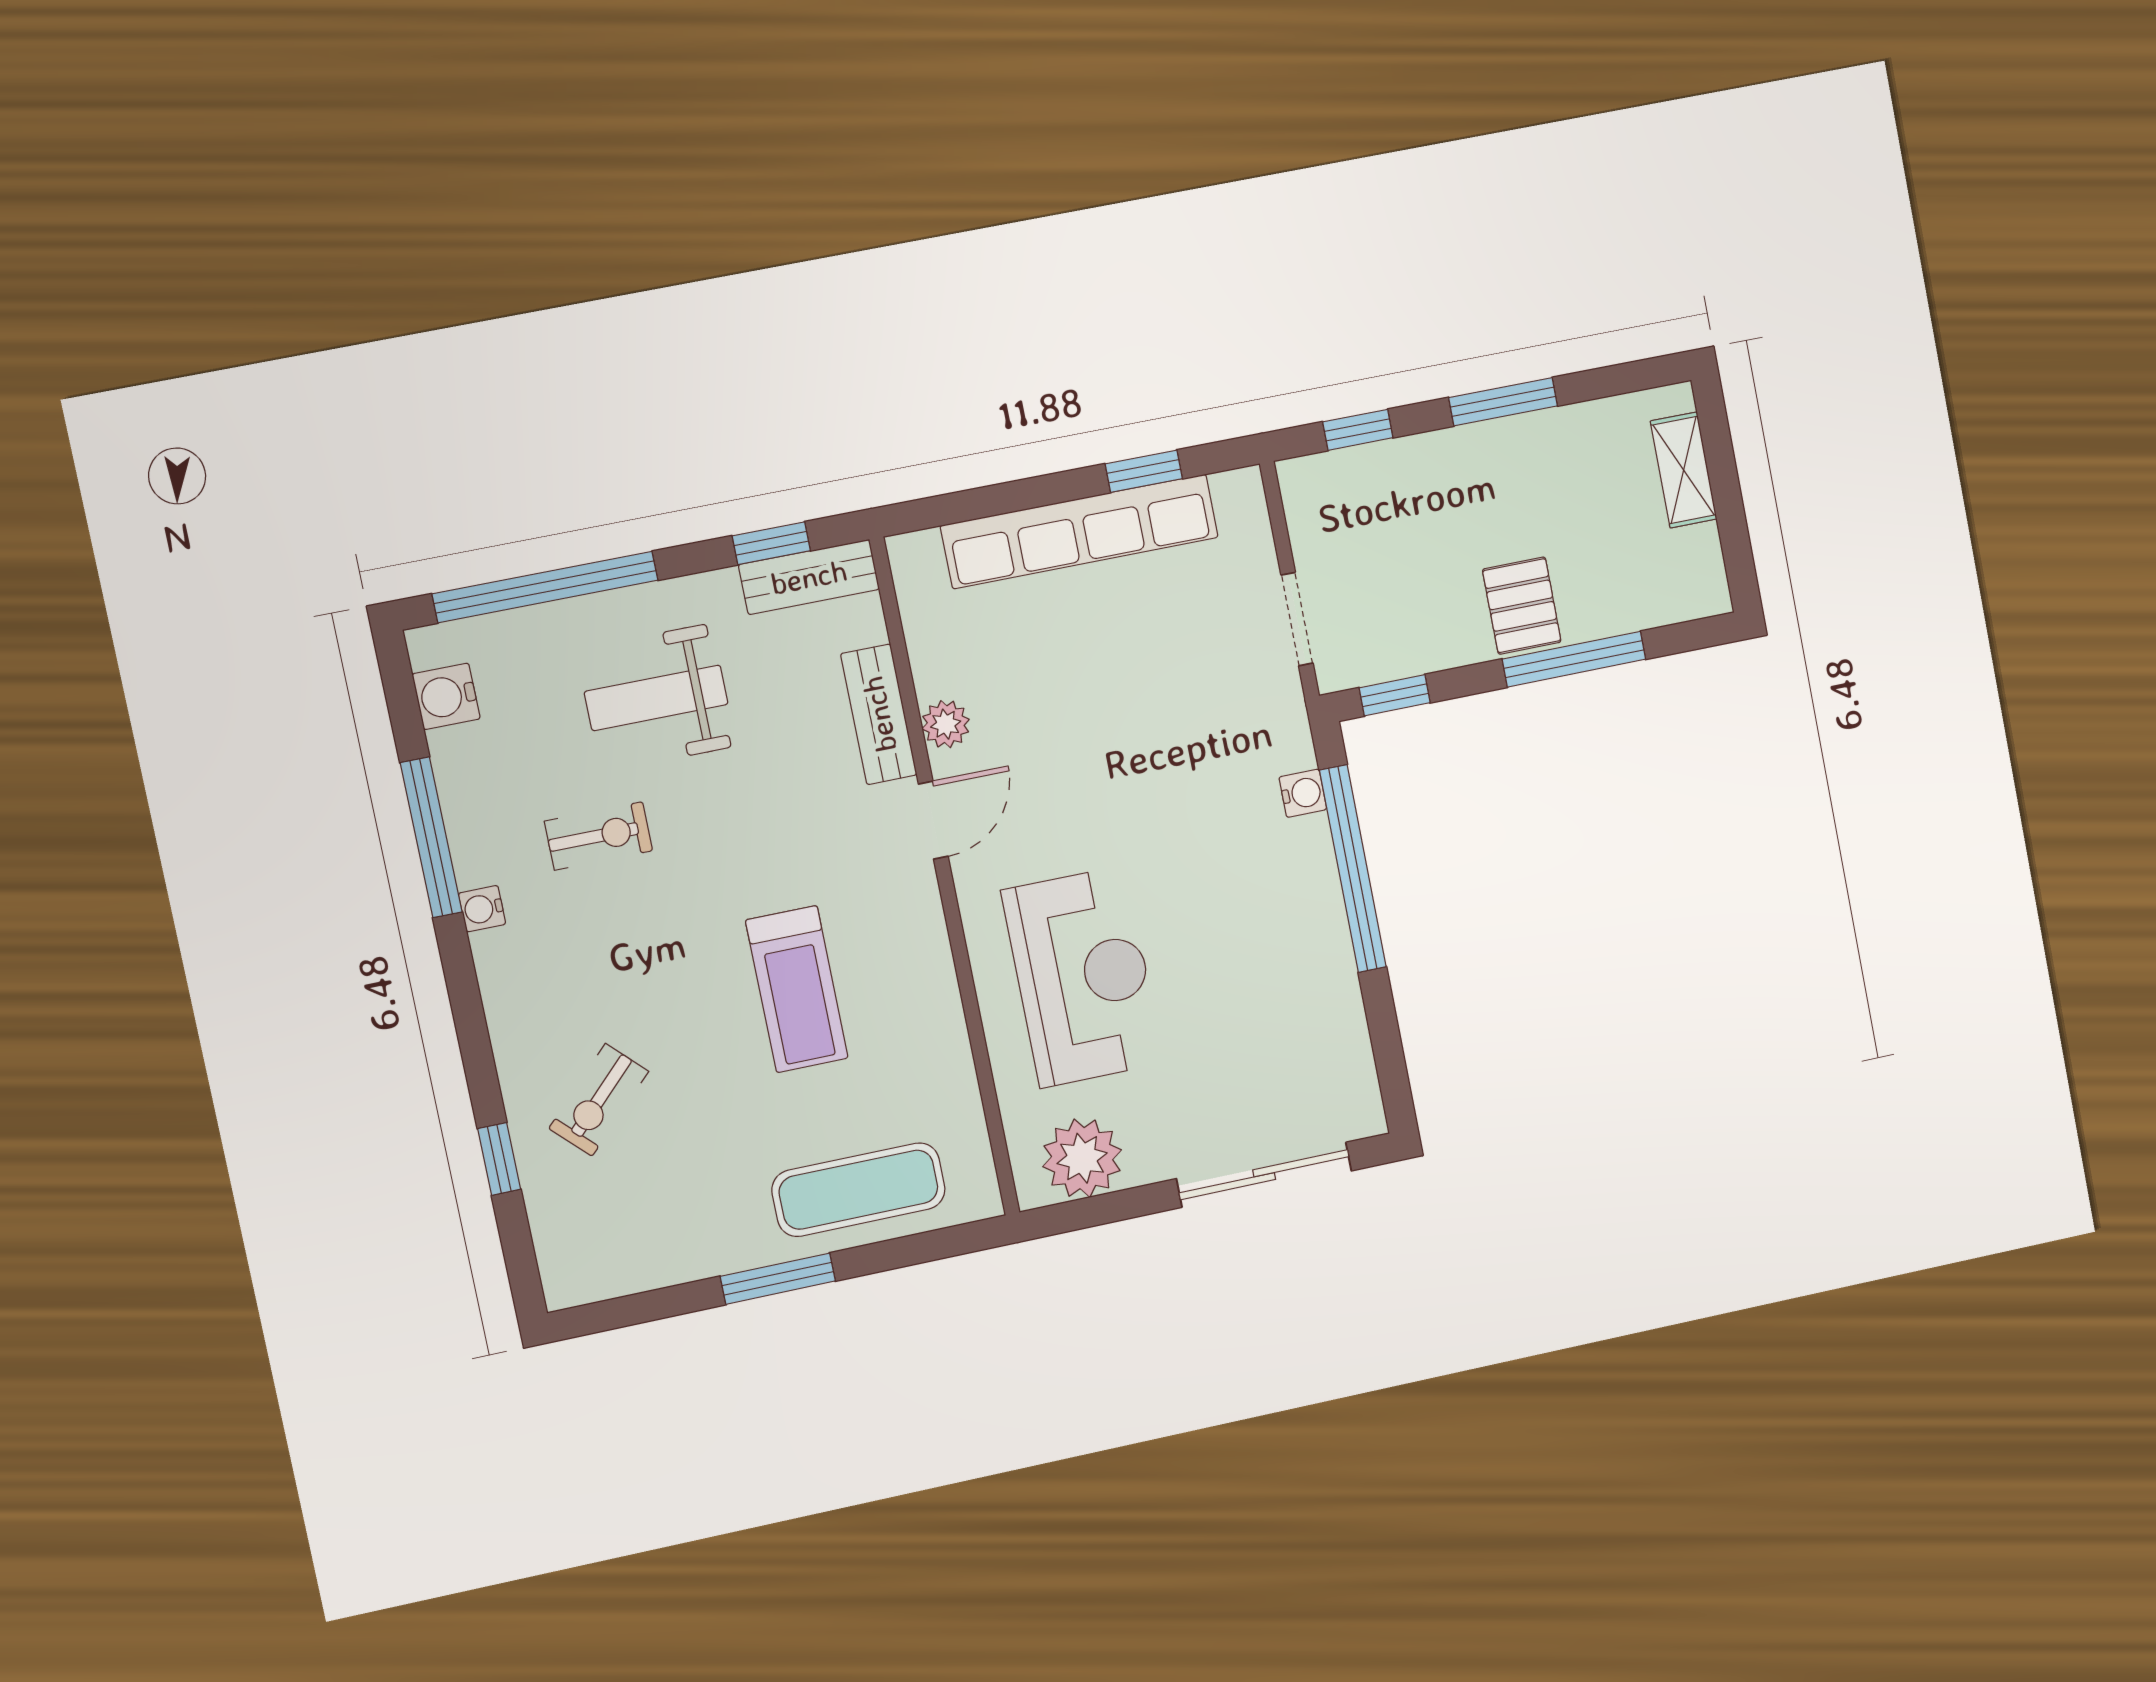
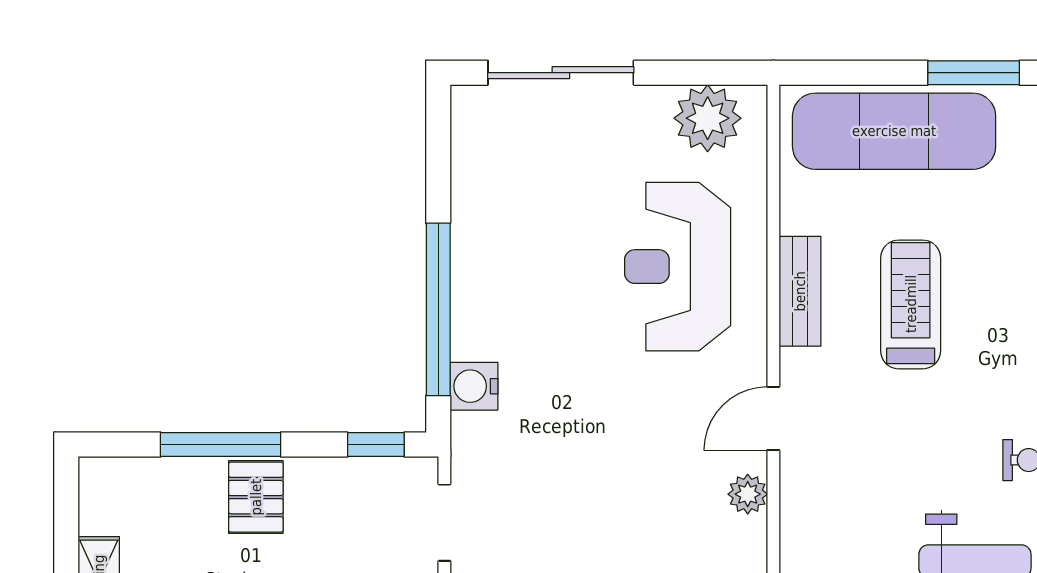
bench: (879, 714) -> (800, 291), moved
water cooler: (1303, 793) -> (474, 386), width x1.38, depth x1.38
exercise mat: (859, 1190) -> (894, 131), width x1.36, depth x1.45

